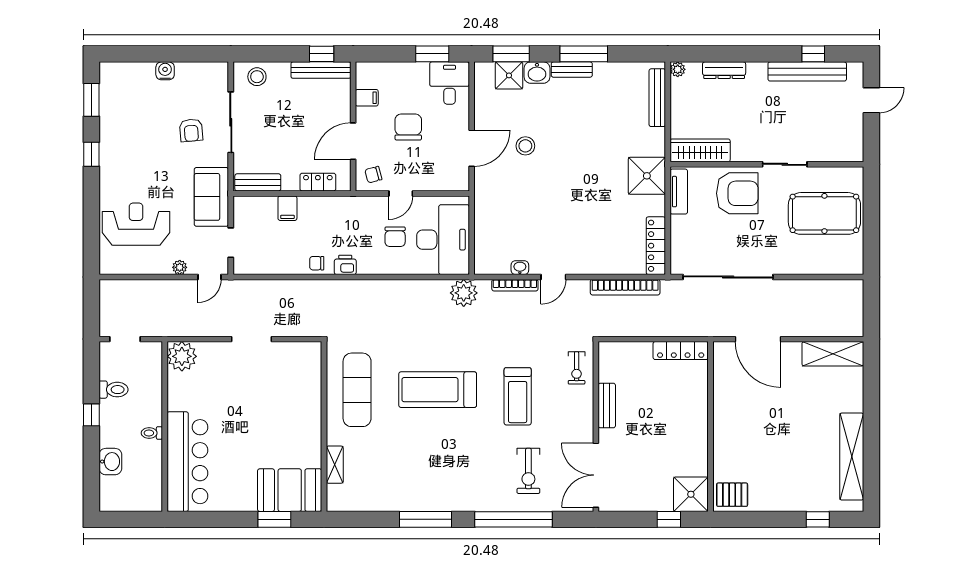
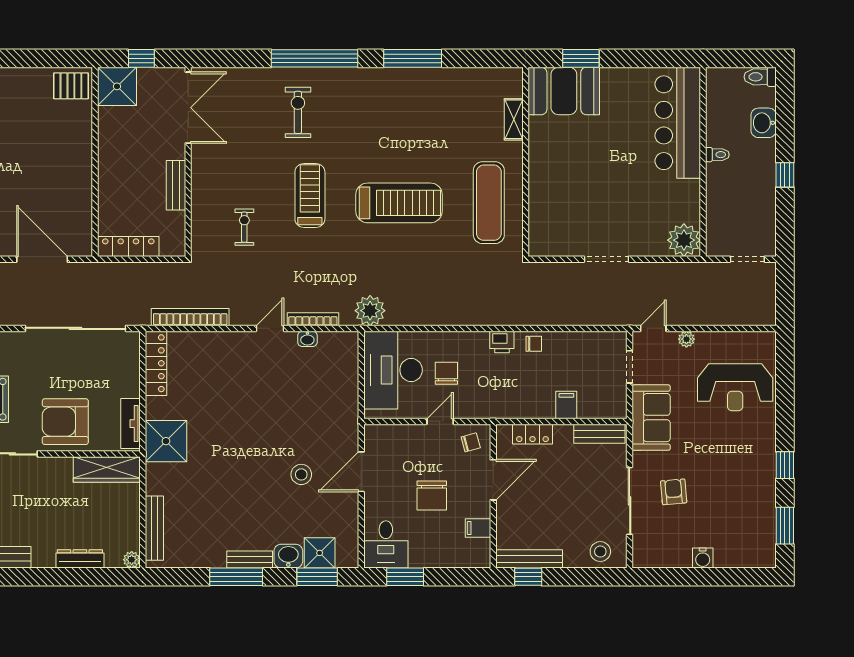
toilet: (114, 390) -> (760, 77), moved
bench: (607, 405) -> (176, 185), moved
wall: (596, 427) -> (188, 162), moved
double door: (596, 475) -> (188, 108), moved

